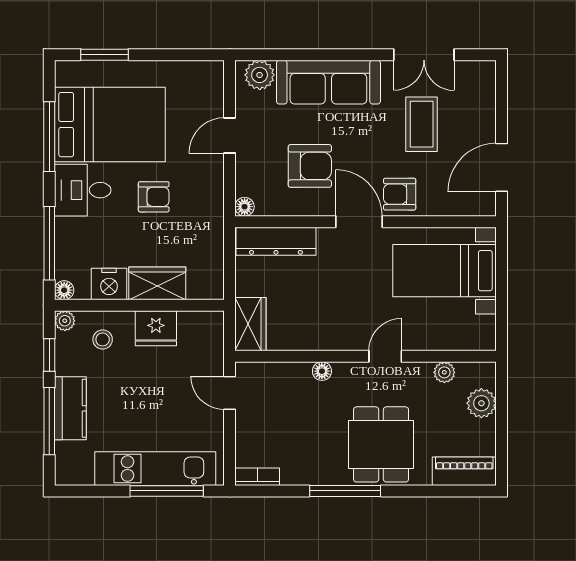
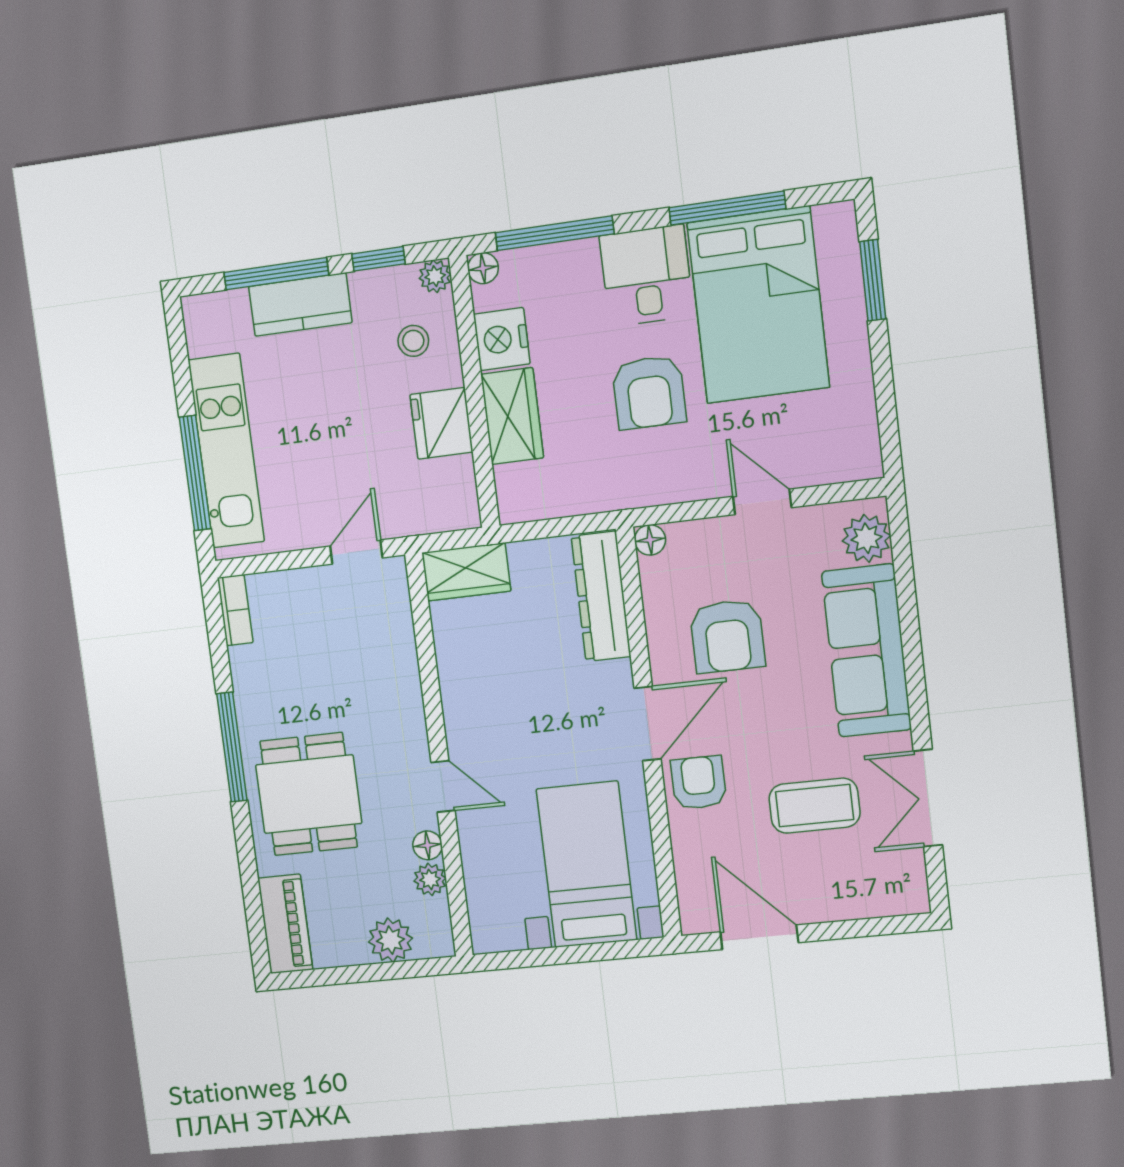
armchair: (154, 197) -> (649, 392), width x1.38, depth x1.38
floor lamp: (322, 371) -> (427, 845), moved
dining table: (381, 444) -> (309, 794), turned 90

